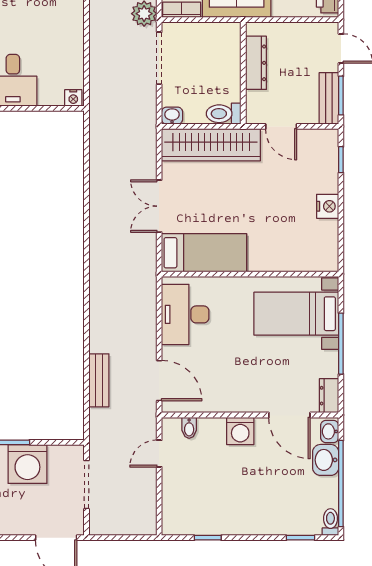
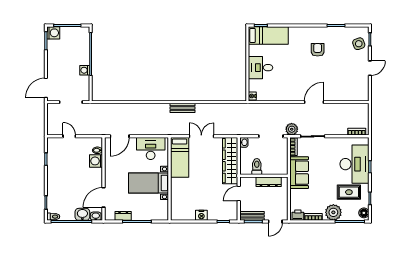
toilet: (224, 114) -> (257, 167), moved
bed with nightstands: (296, 314) -> (149, 183), moved, turned -90
bench: (99, 380) -> (183, 108), moved
dresser: (329, 396) -> (123, 216), moved
washing machine: (240, 431) -> (96, 161), moved
door: (159, 454) -> (69, 136), moved
washing machine: (27, 464) -> (85, 70), width x0.53, depth x0.53

